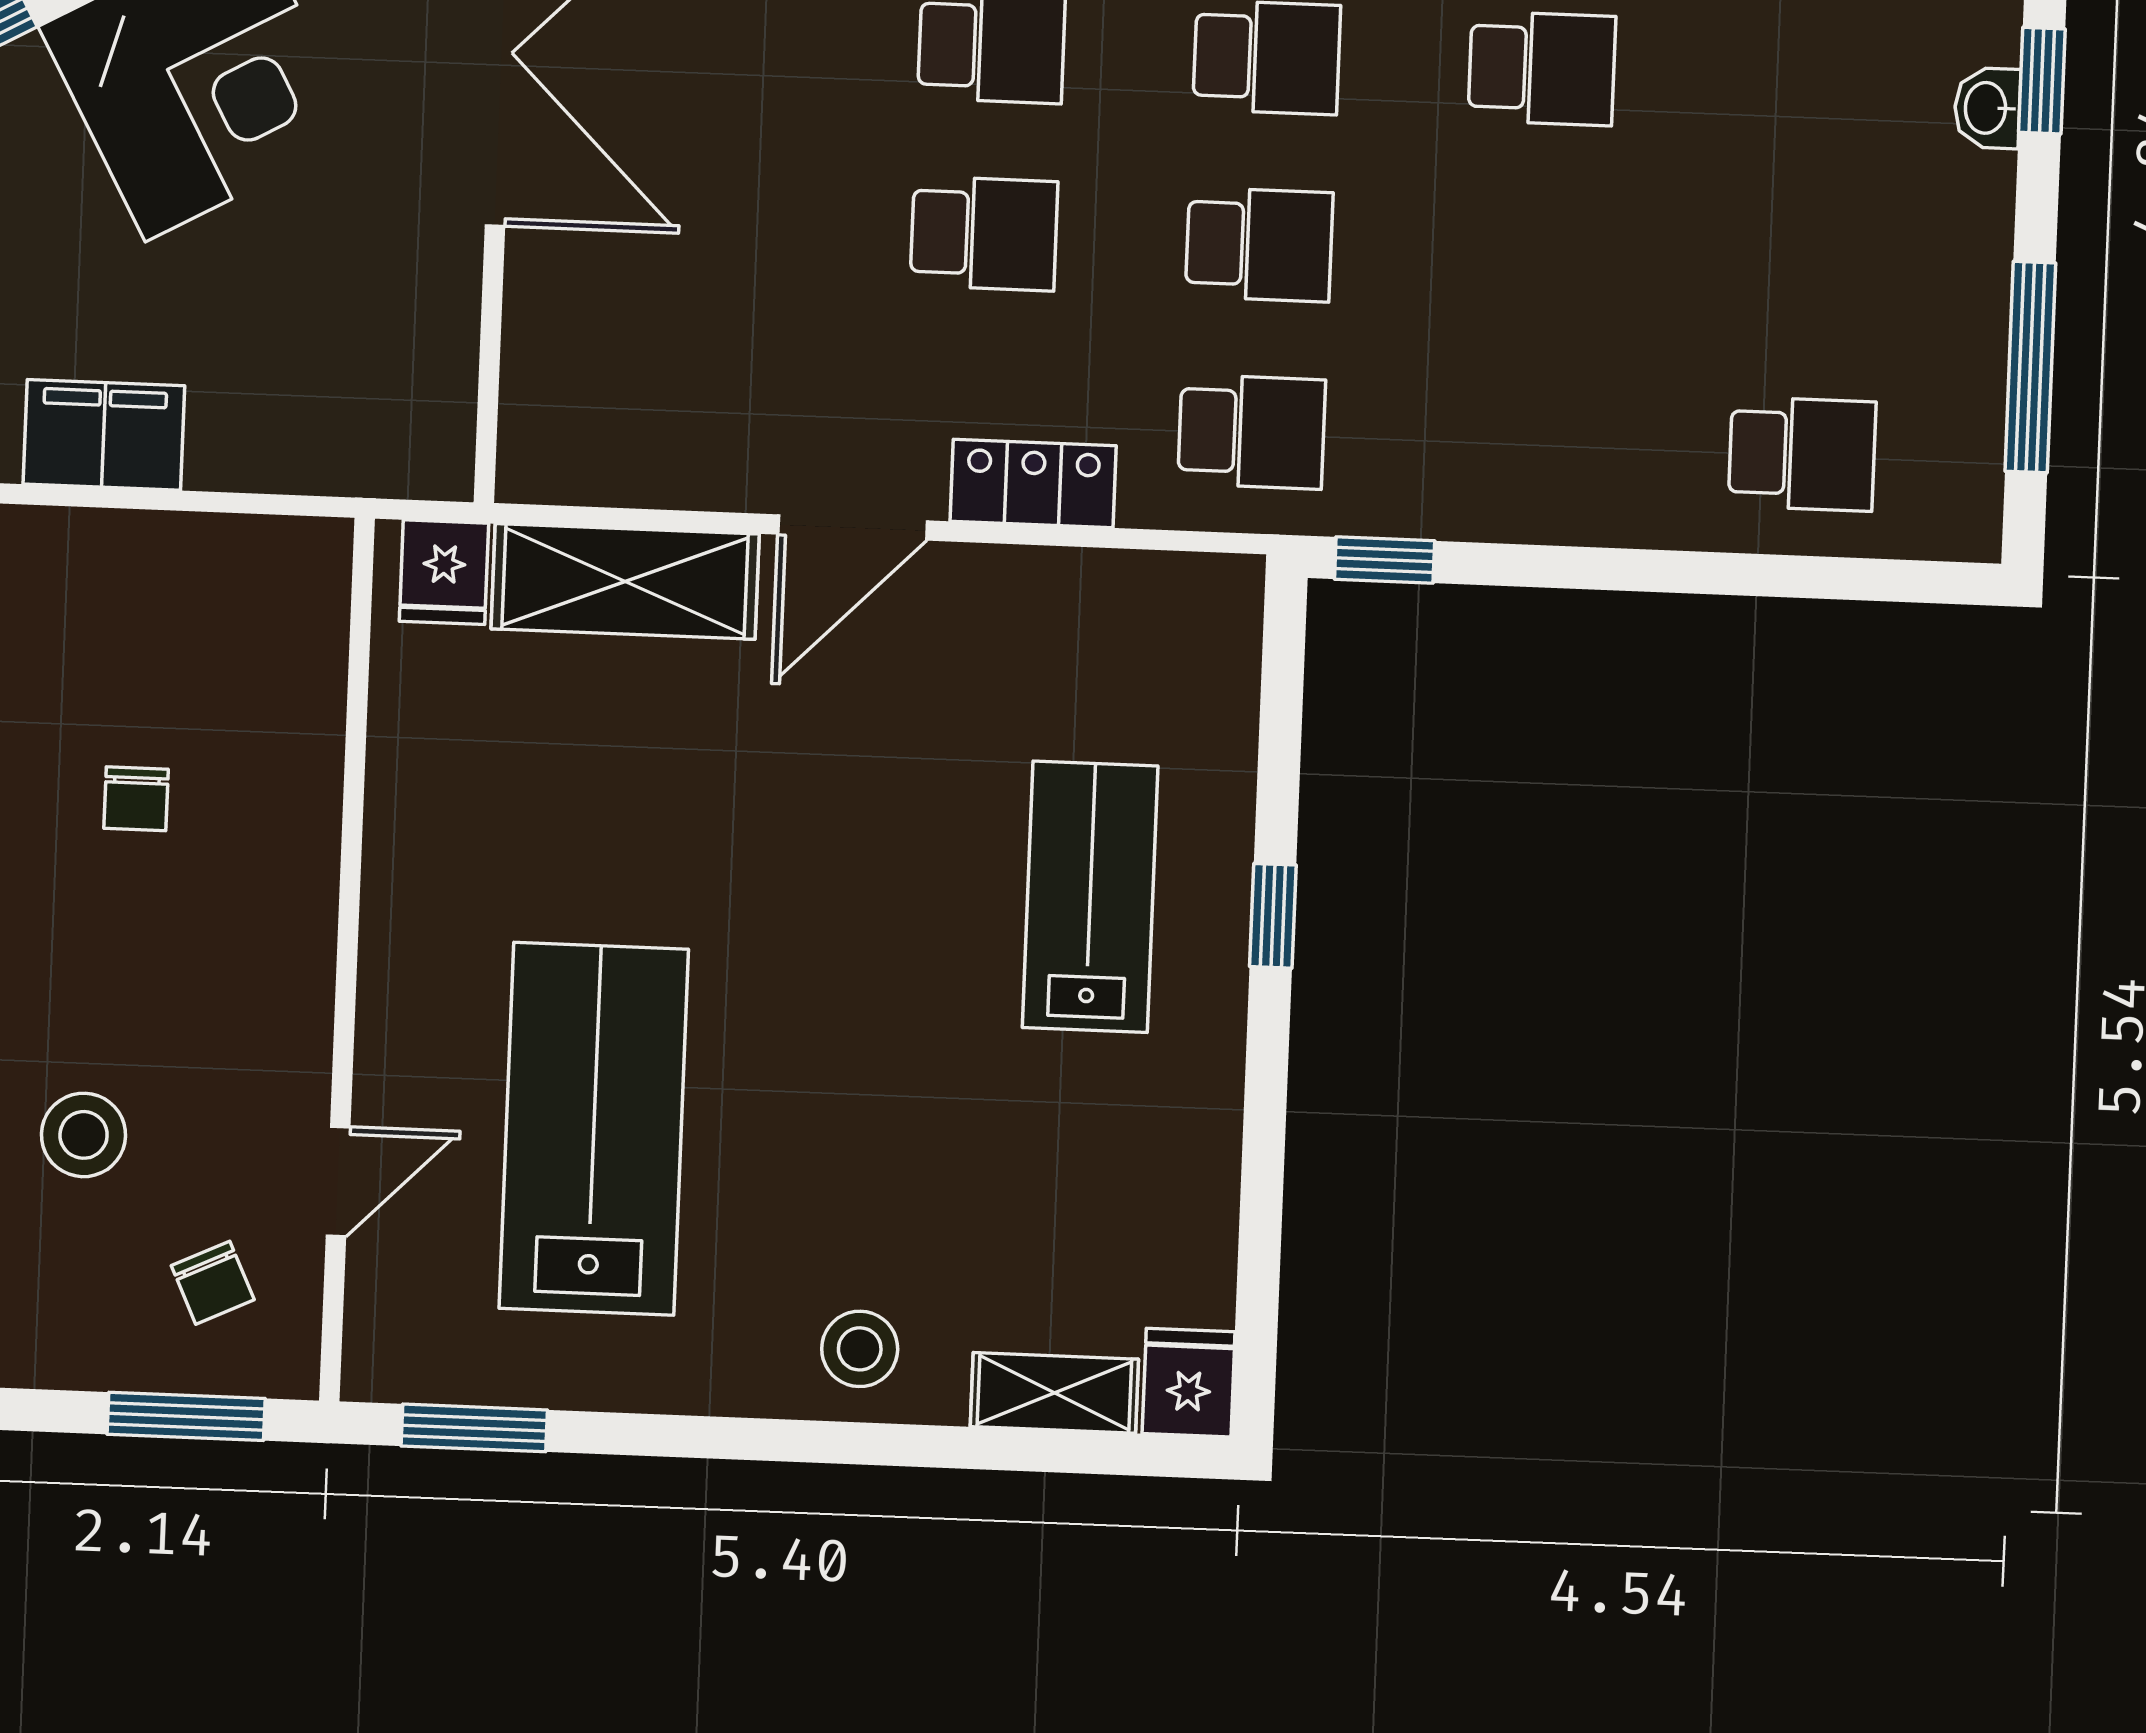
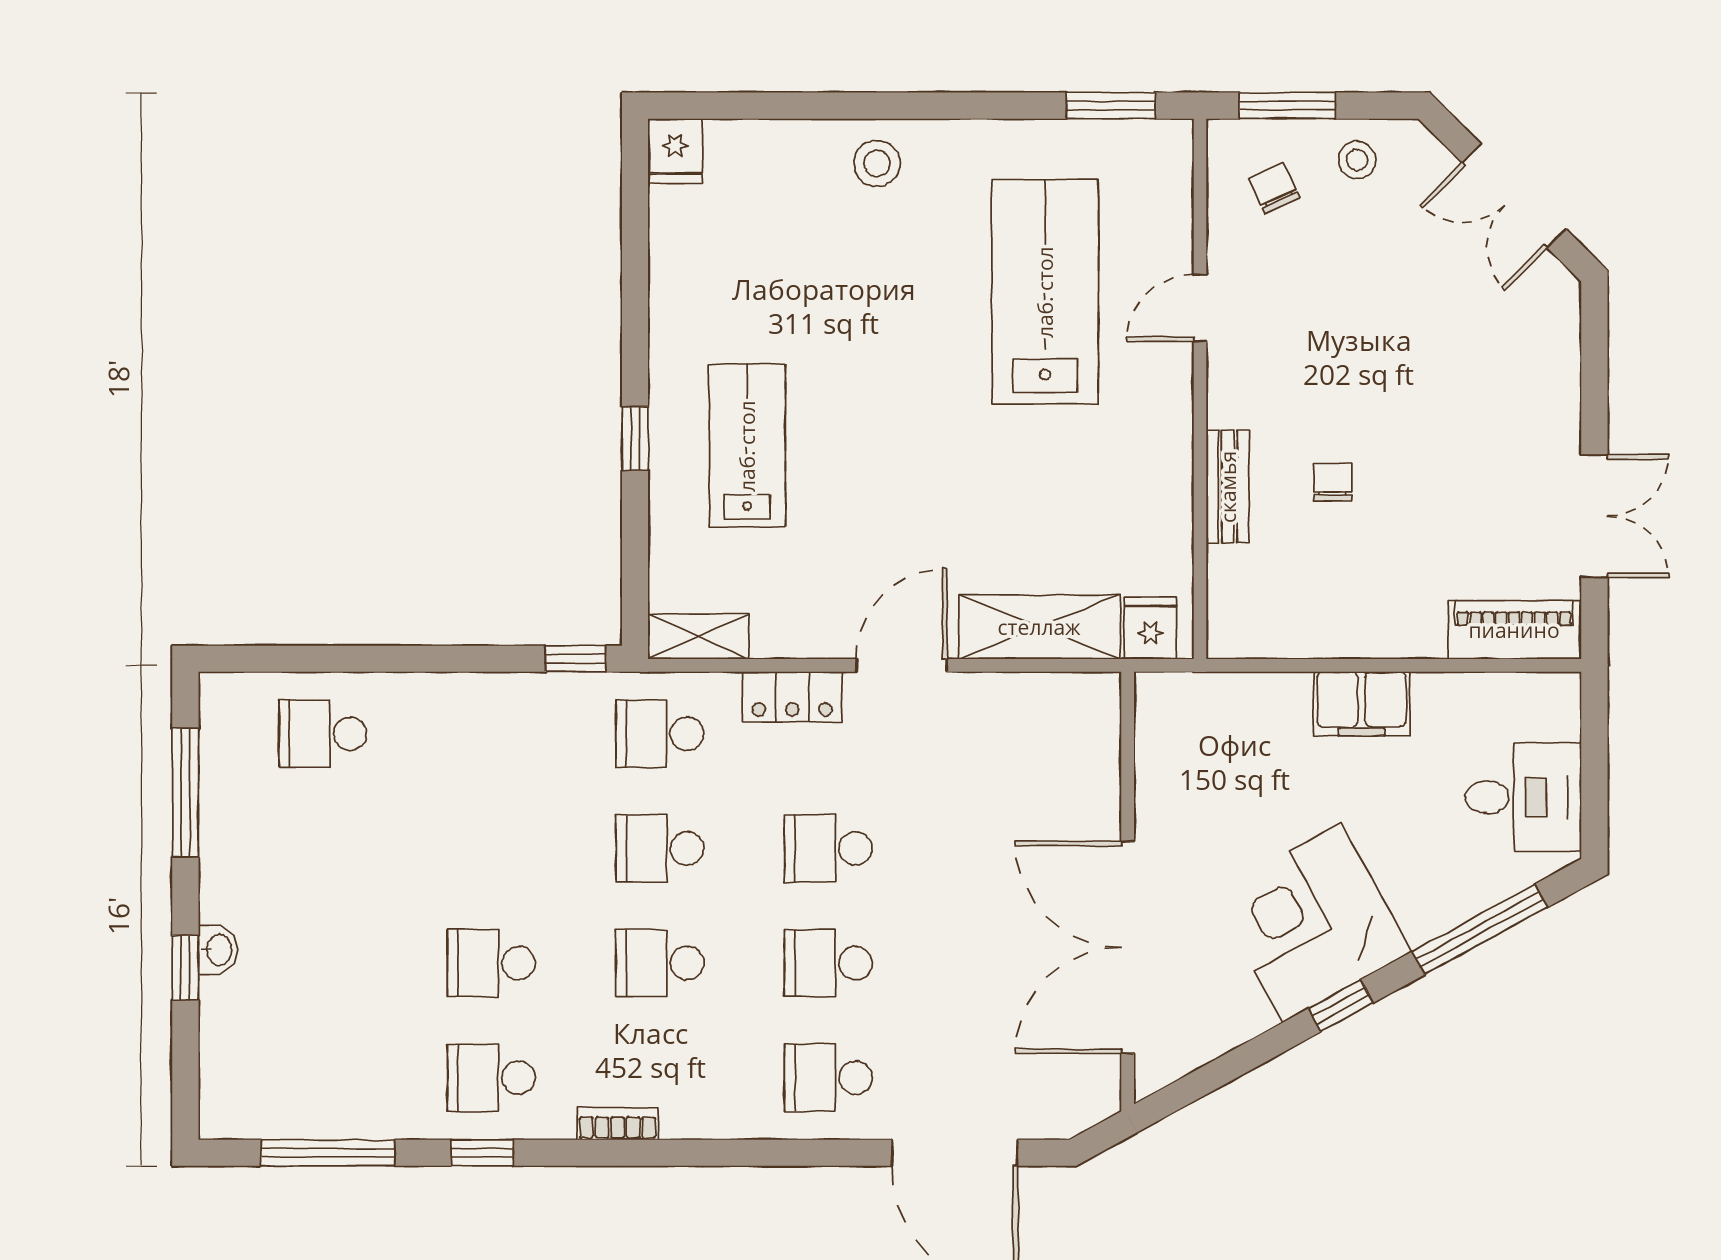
bench: (308, 798) -> (1228, 487), added
lab bench: (1090, 897) -> (747, 446), turned 180
lab bench: (594, 1129) -> (1045, 292), turned 180
stool: (84, 1135) -> (1357, 160), moved, width x0.73, depth x0.73
door: (338, 1181) -> (1200, 308), moved
shelving: (1054, 1393) -> (699, 636), moved

